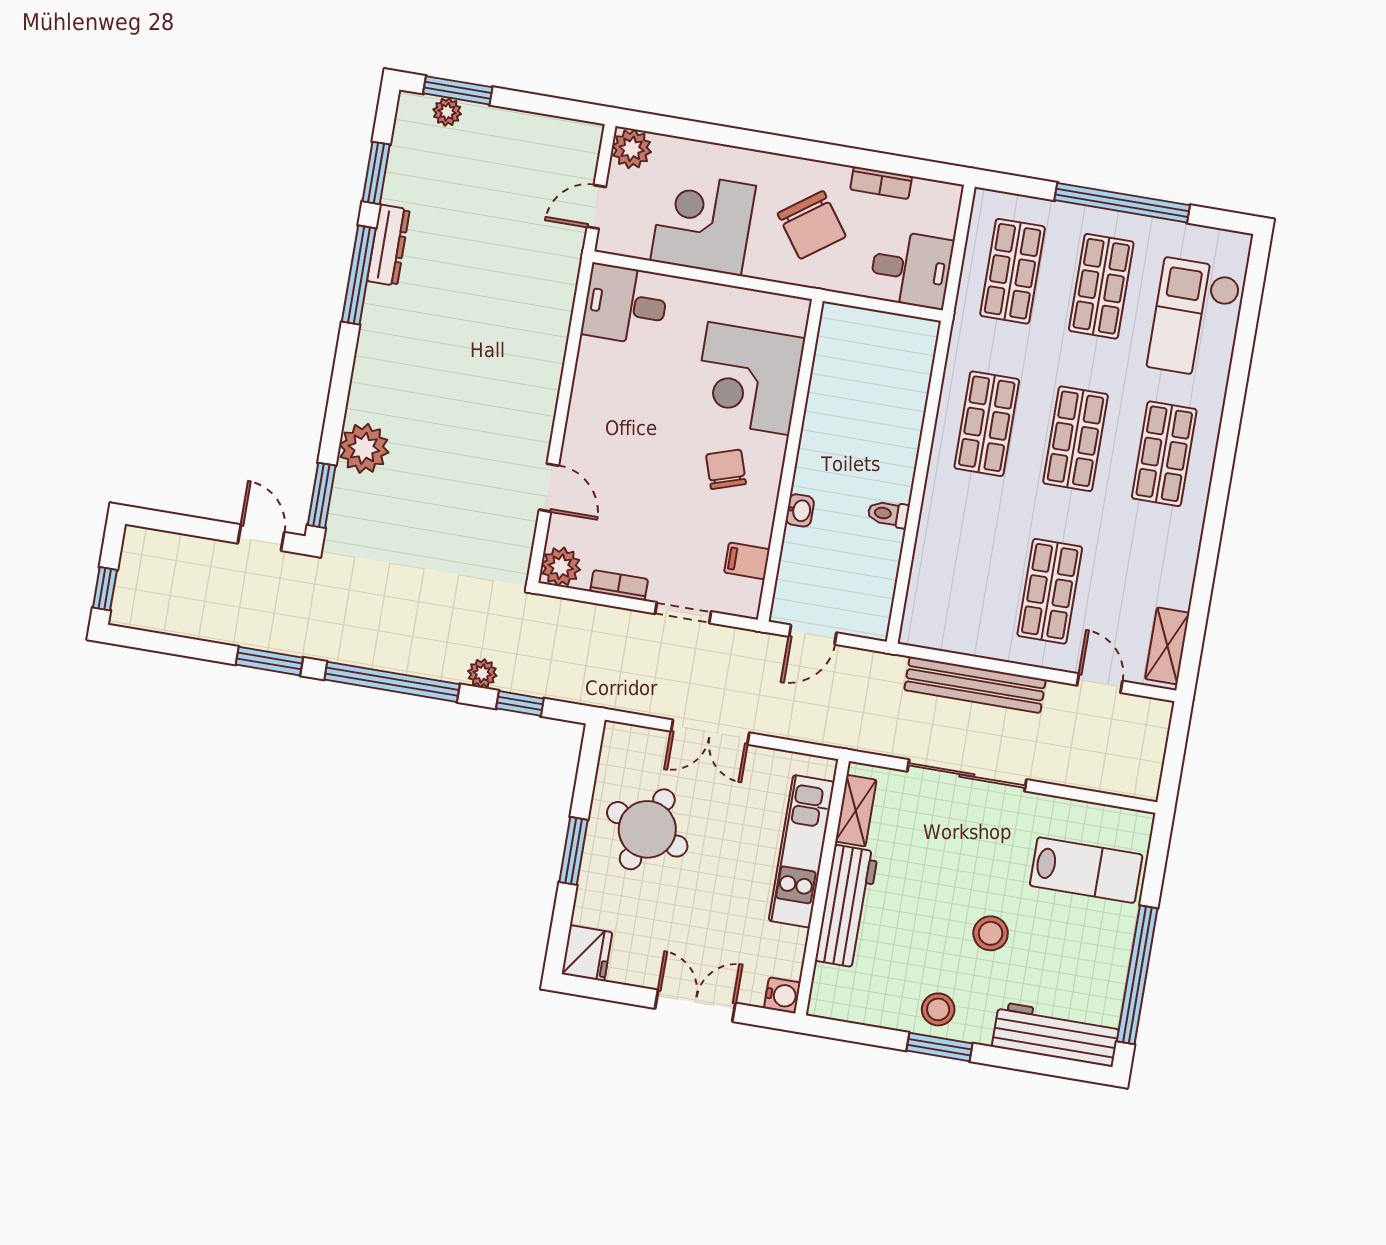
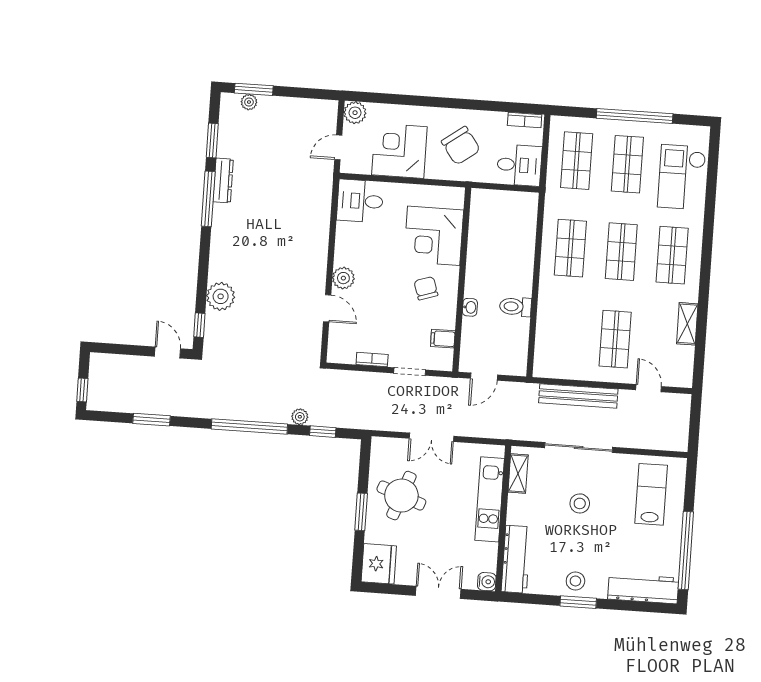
bookcase: (881, 183) -> (525, 120), moved
window: (322, 495) -> (199, 325), width x0.67
toilet: (888, 514) -> (515, 307), width x1.37, depth x1.39
plant: (561, 567) -> (343, 278), moved
shelving: (1167, 646) -> (687, 324), moved
window: (269, 661) -> (151, 420), moved
lab bench: (1086, 870) -> (651, 494), turned -90
workbench: (847, 906) -> (516, 559), moved
stool: (991, 933) -> (580, 503), moved
fridge: (587, 953) -> (379, 564), width x1.36, depth x1.34

